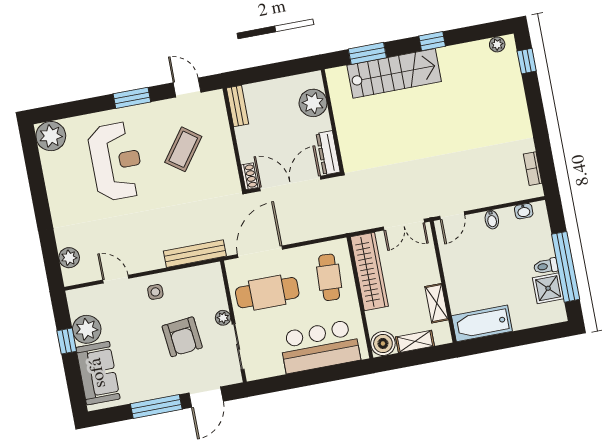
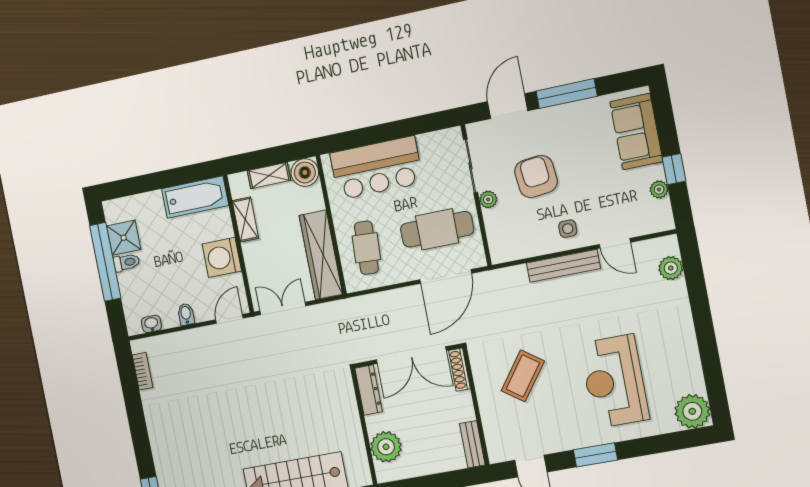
coffee table: (183, 149) -> (523, 376), moved
shoe rack: (249, 176) -> (459, 370), width x1.43
bench: (195, 254) -> (563, 266), moved
washing machine: (458, 270) -> (222, 257), added
plant: (87, 329) -> (659, 190), width x0.53, depth x0.53

